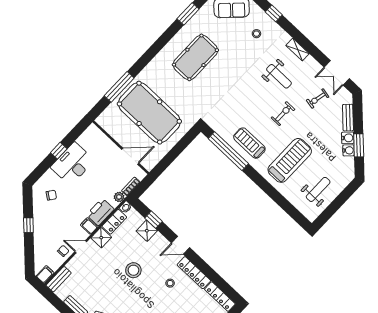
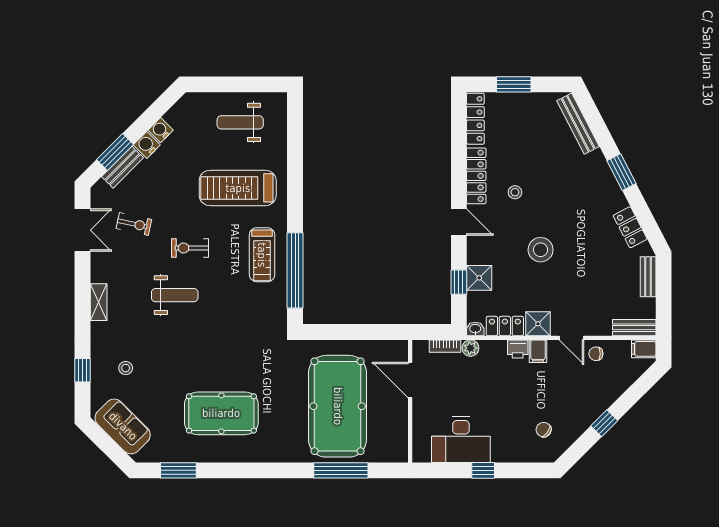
weight bench: (279, 76) -> (175, 295), moved, turned 90
window: (359, 145) -> (115, 152), moved
desk: (72, 164) -> (461, 440), moved
printer: (100, 212) -> (518, 349), width x0.53, depth x0.68

